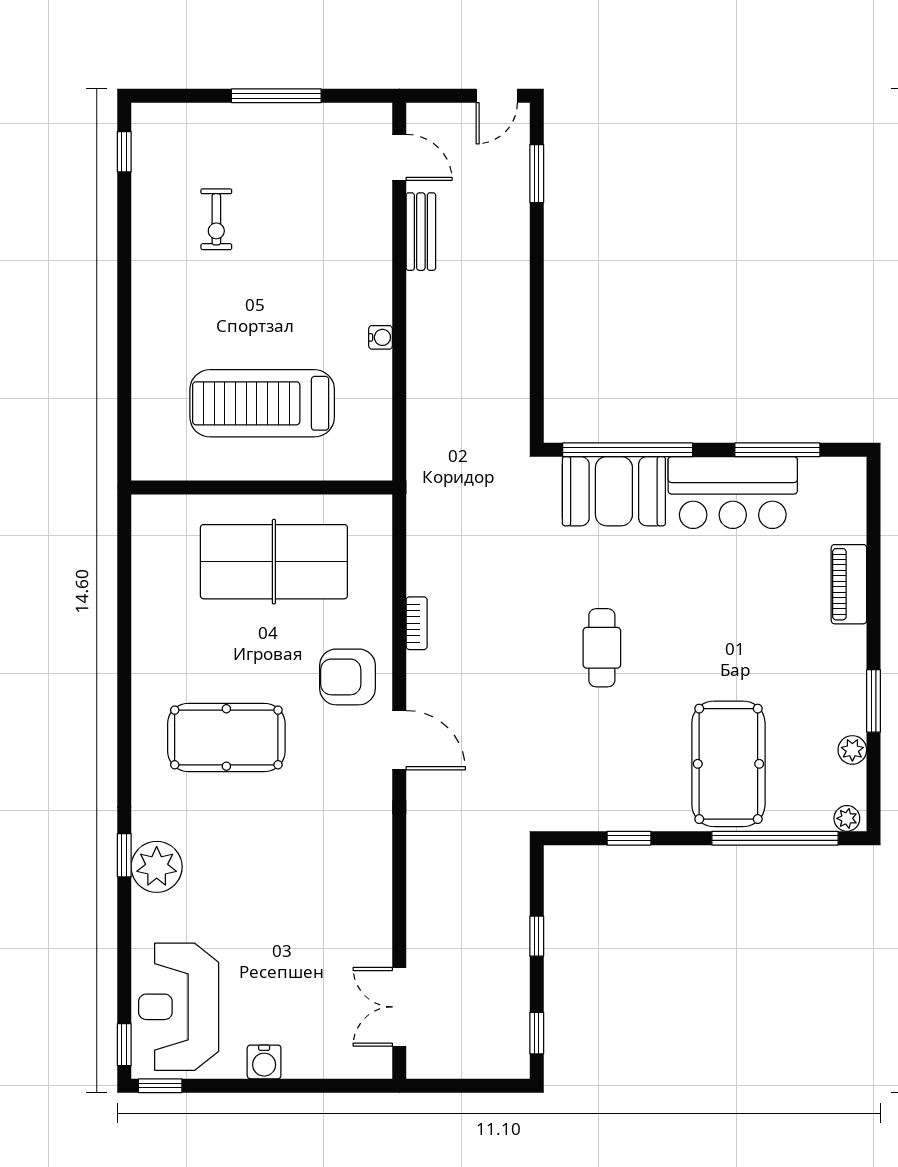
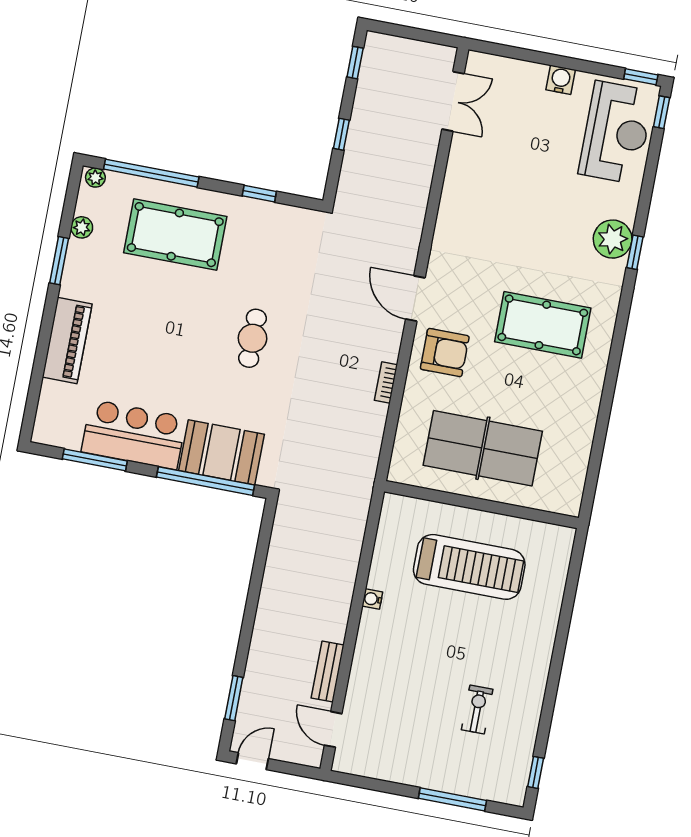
window: (276, 96) -> (452, 799), moved
piano: (849, 584) -> (67, 341), width x1.37, depth x1.33
pool table: (728, 764) -> (175, 235), turned 90

